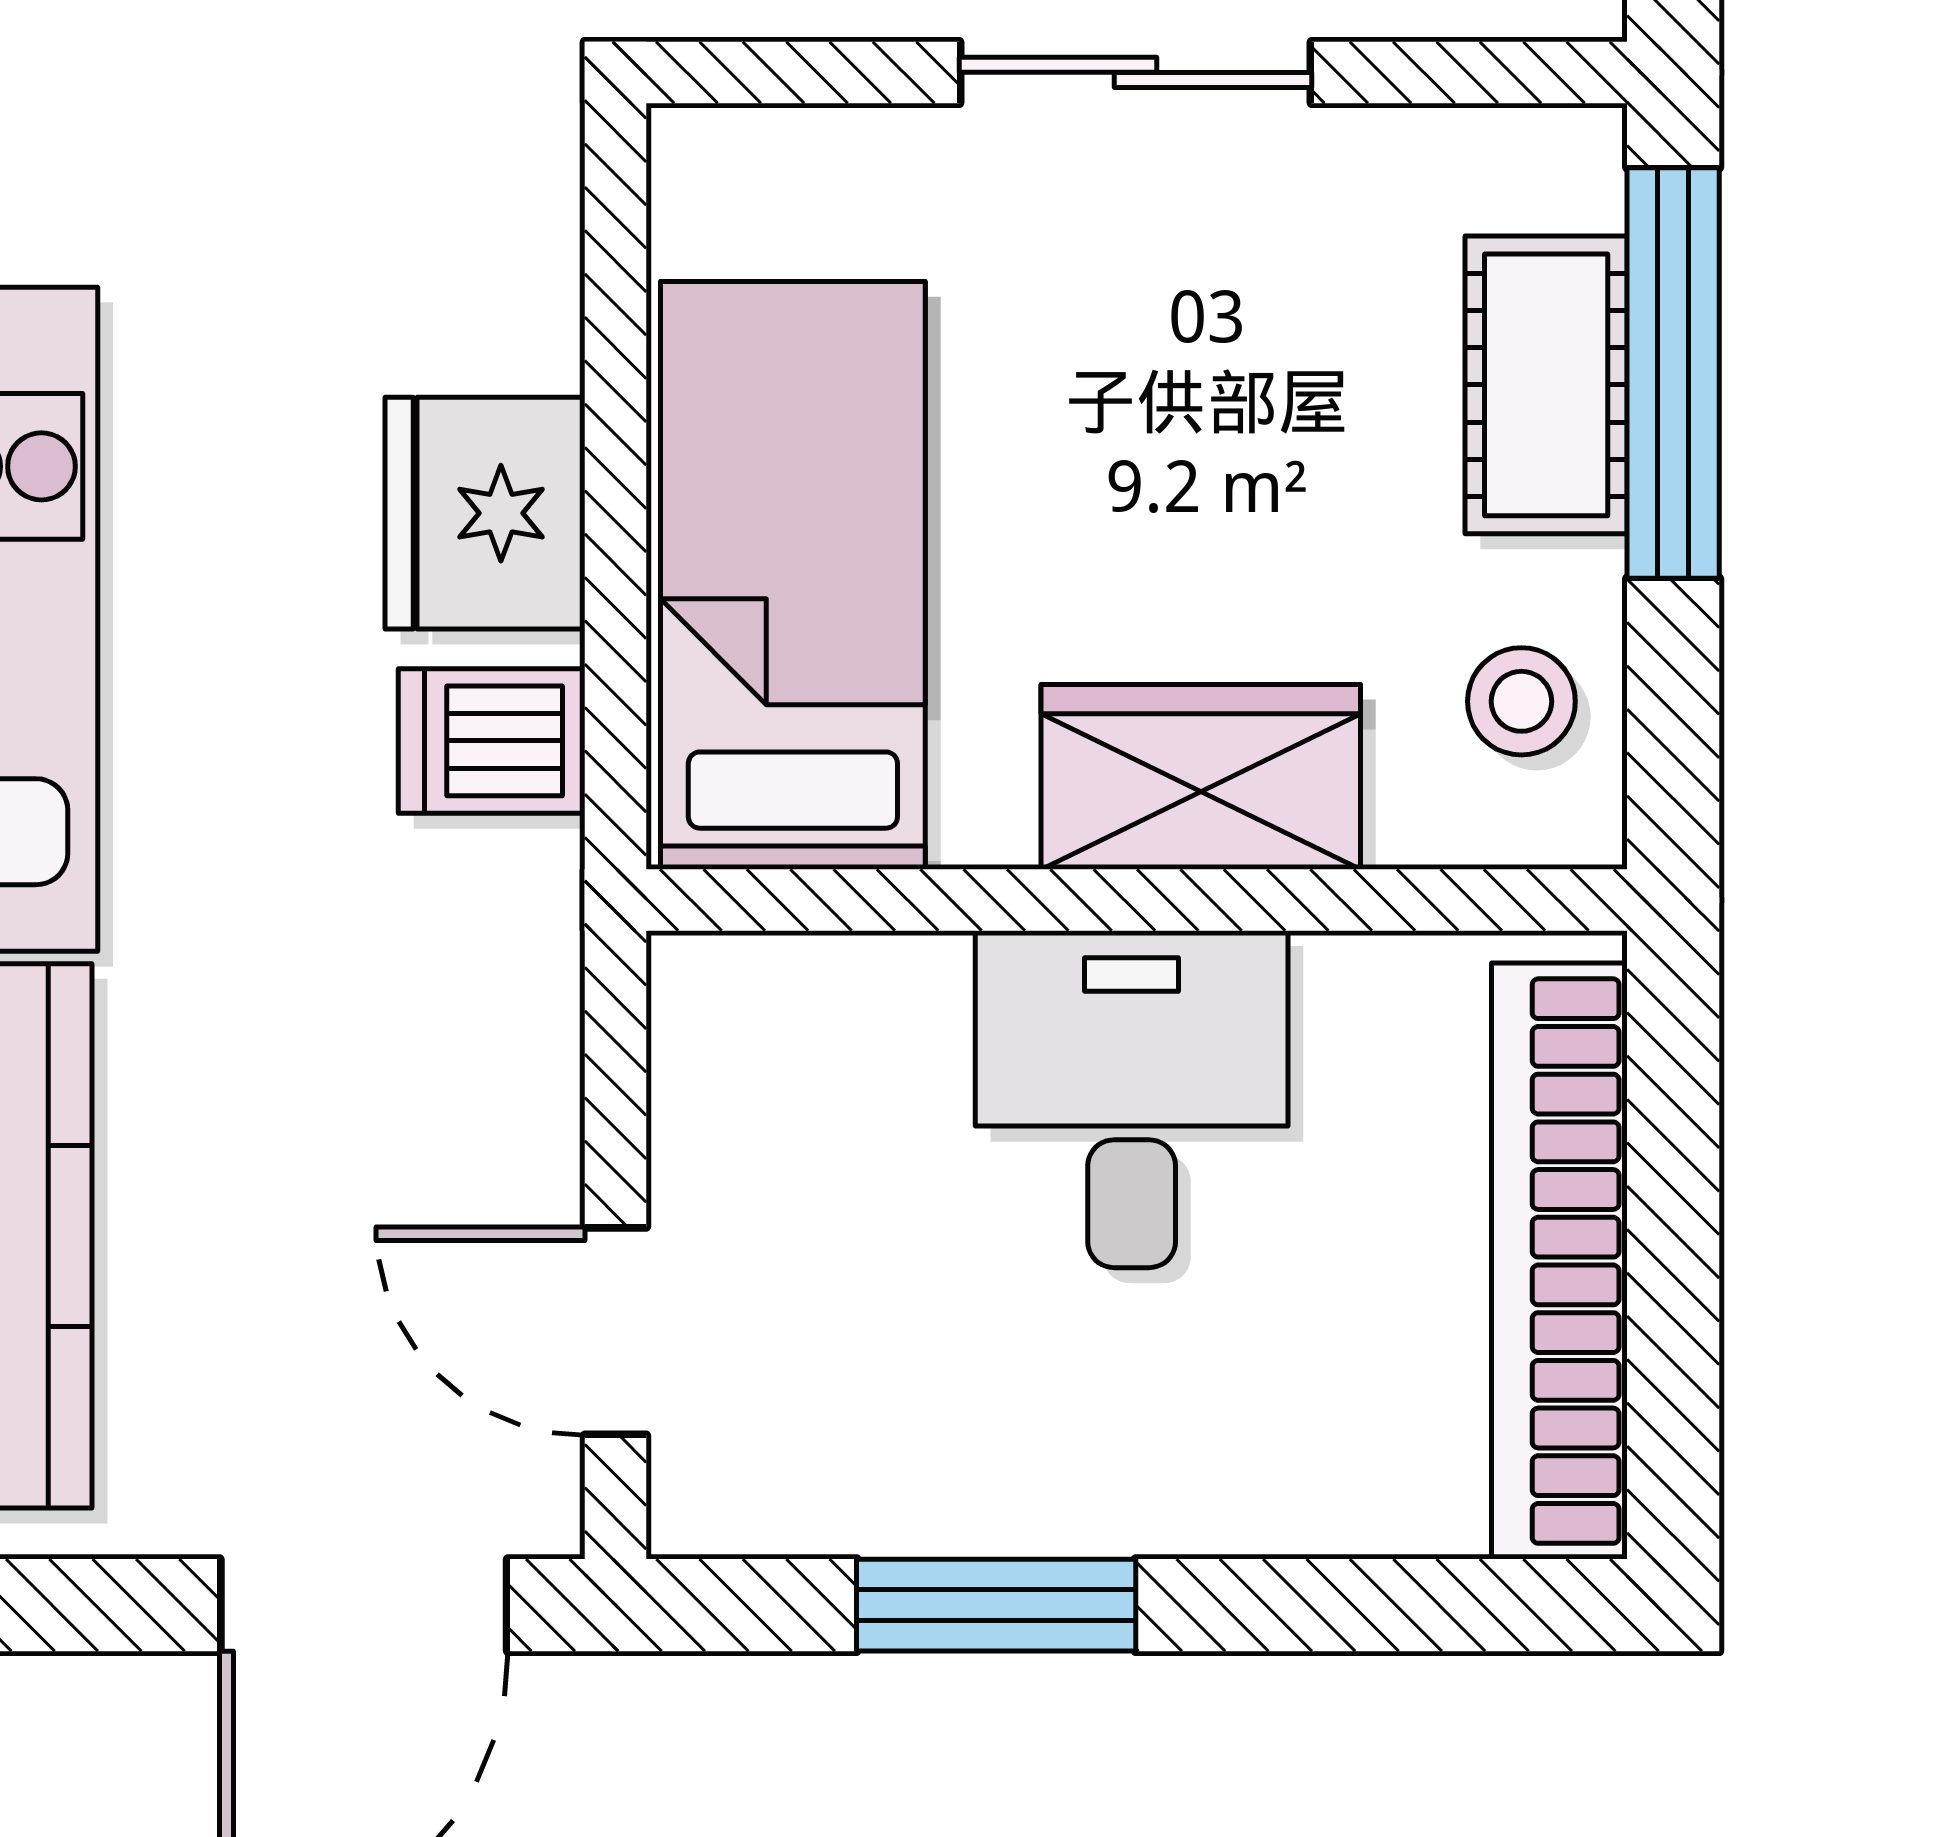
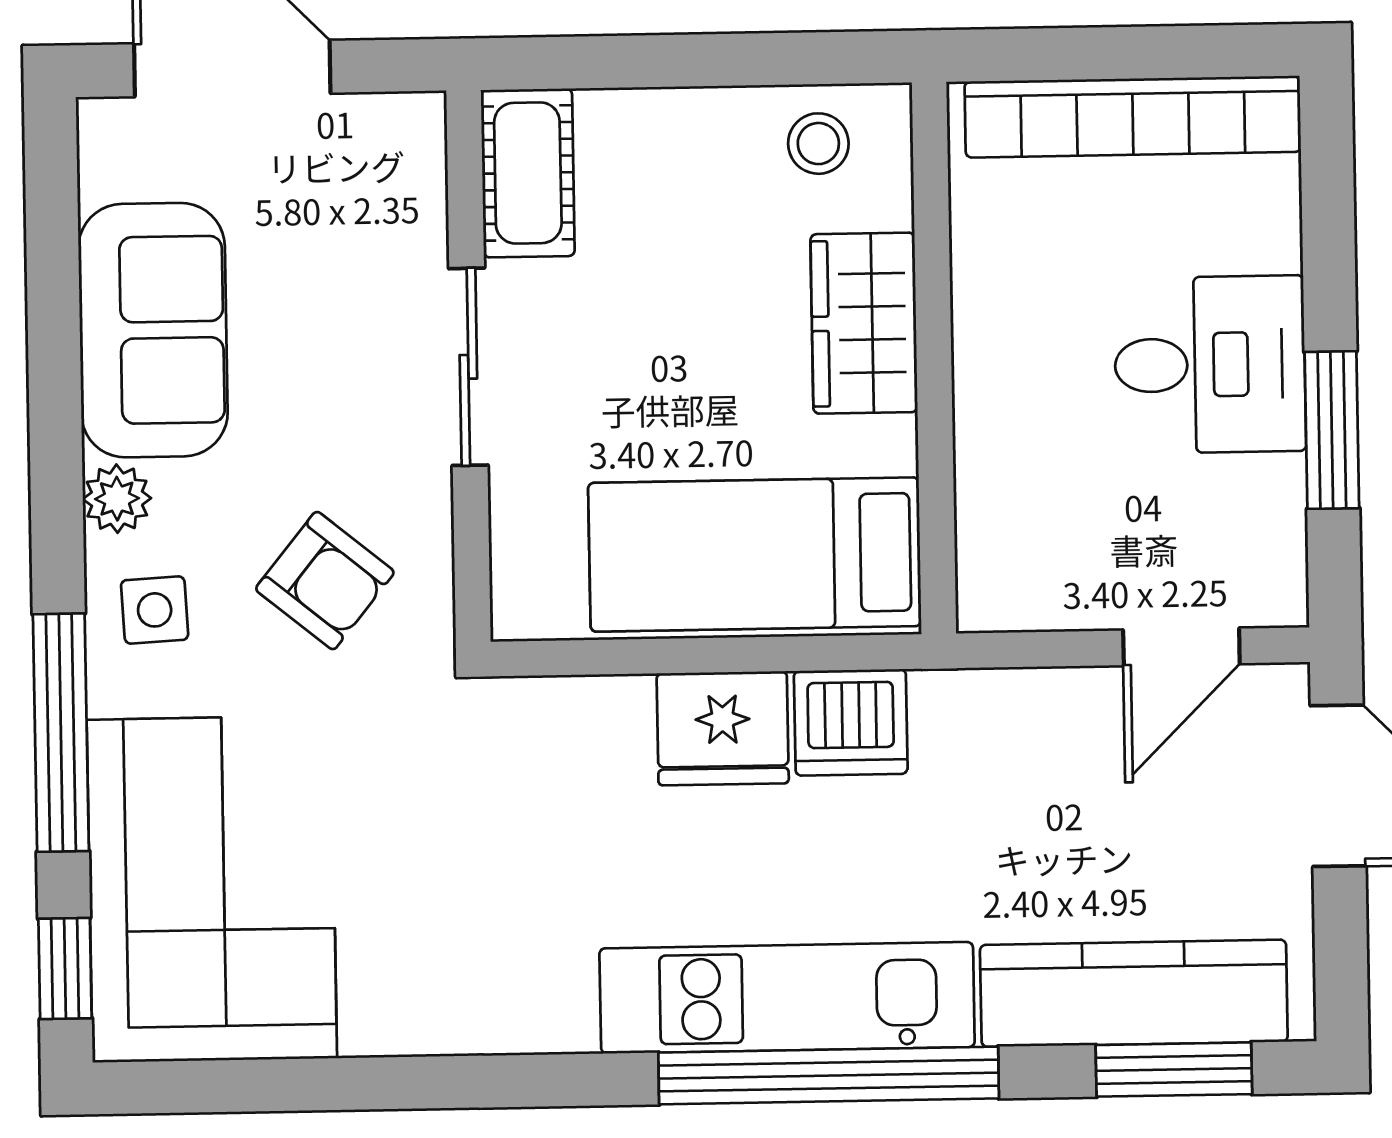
window: (1673, 373) -> (632, 61), removed
cot: (1546, 385) -> (528, 173), moved, turned 90
dishwasher: (492, 741) -> (851, 722), width x1.38
desk: (1132, 1099) -> (1210, 365), moved, turned 180

